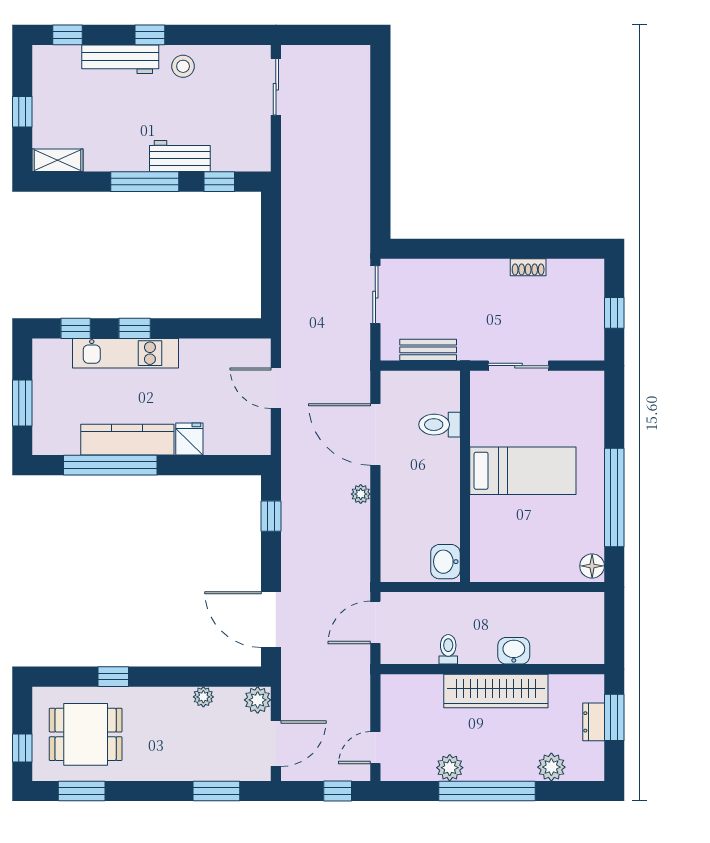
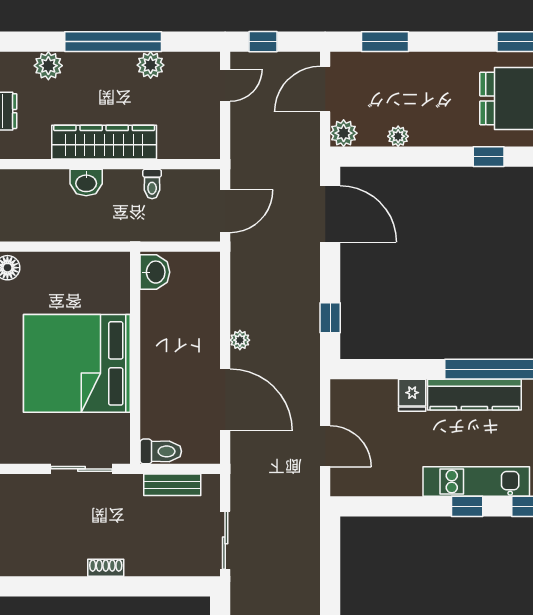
shoe rack: (528, 267) -> (106, 568), moved
toilet: (439, 425) -> (161, 451), moved
bed: (523, 471) -> (77, 363), width x2.04

